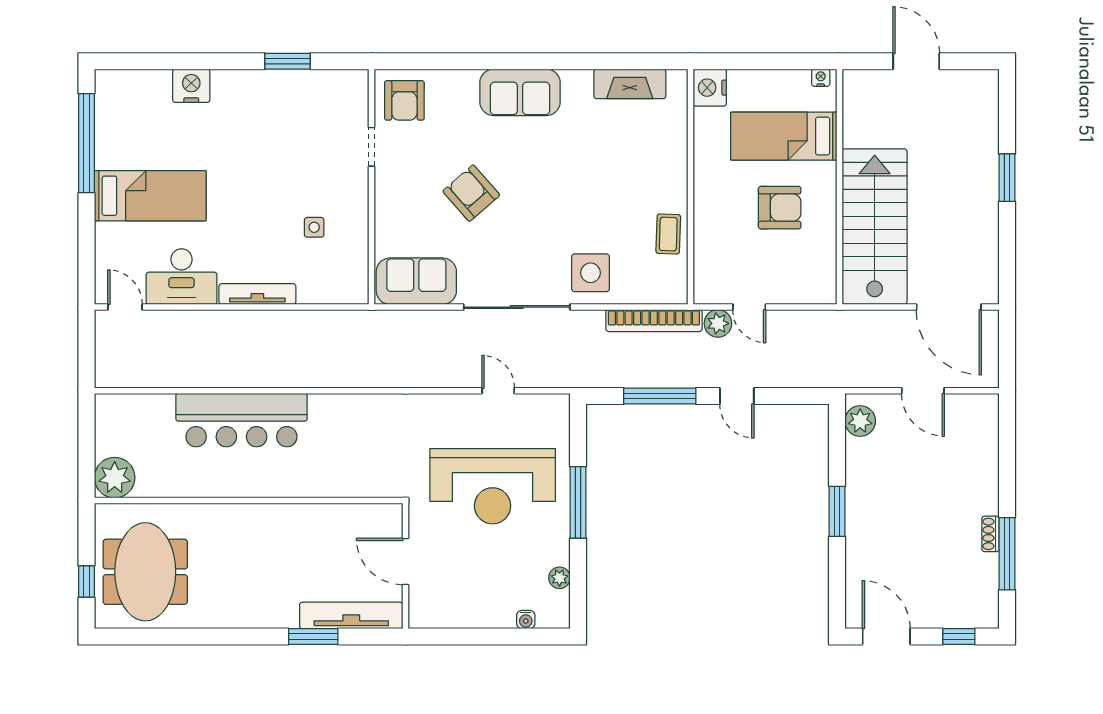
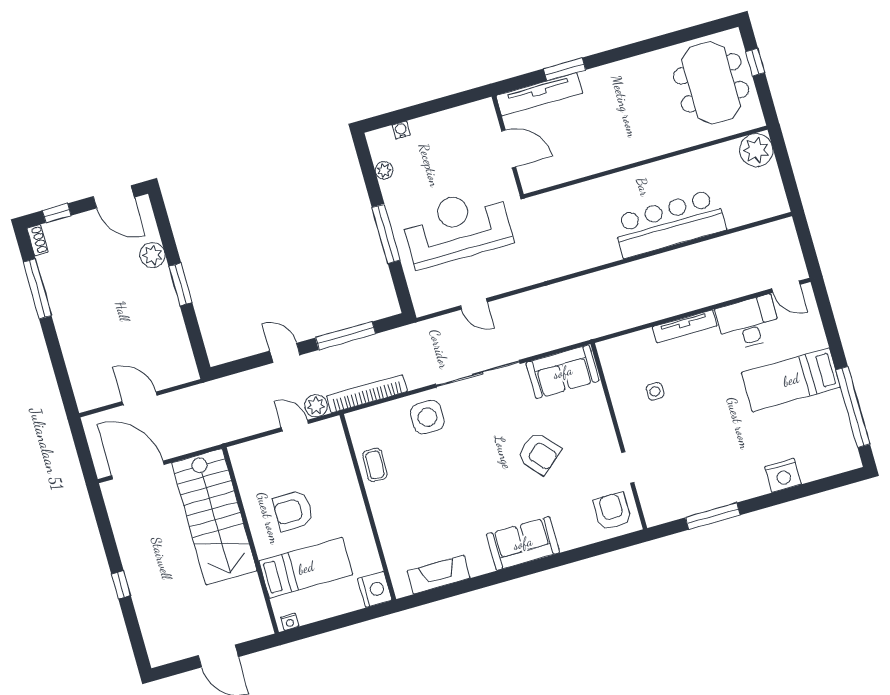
window: (288, 61) -> (713, 516), width x1.44
window: (1007, 178) -> (121, 585), width x0.67
plant: (860, 421) -> (152, 255), moved
shoe rack: (990, 534) -> (37, 240), moved

